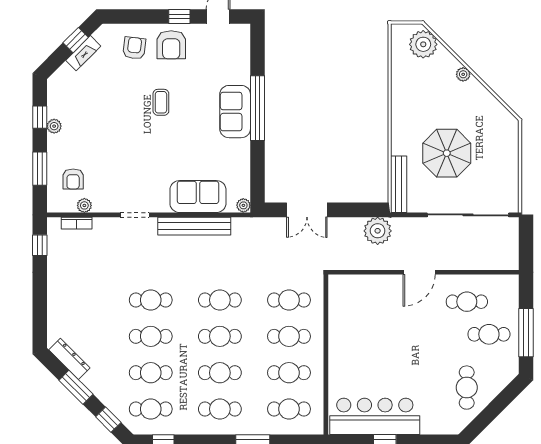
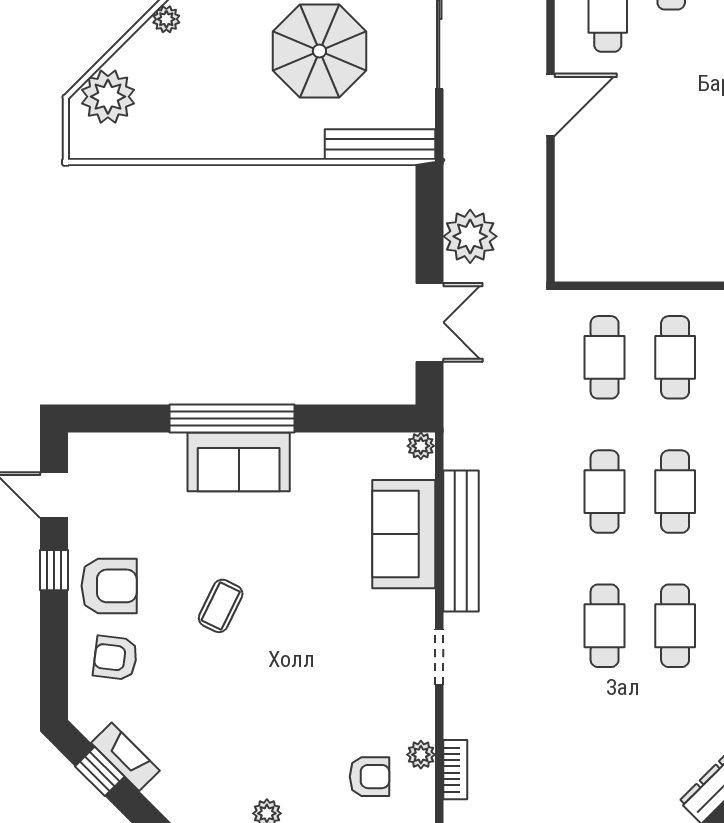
coffee table: (161, 102) -> (221, 606), turned -64
plant: (378, 231) -> (470, 236), moved
door: (419, 272) -> (550, 105), hinge flipped

